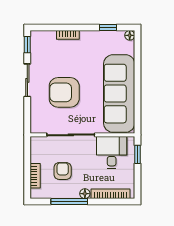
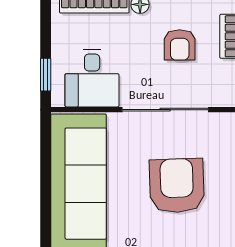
armchair: (64, 92) -> (177, 186), turned -92

